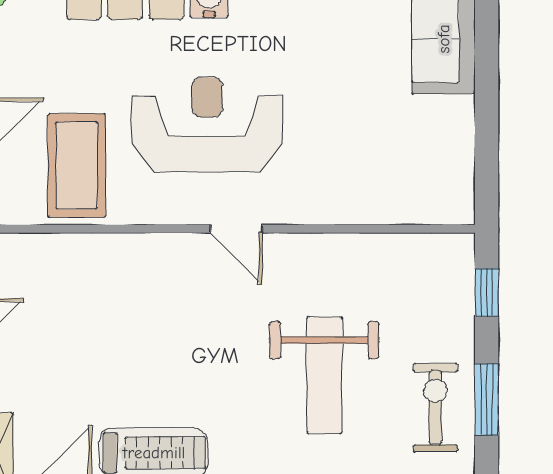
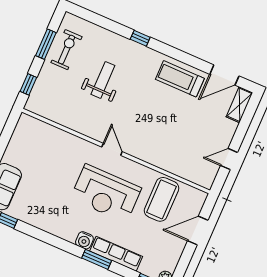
weight bench: (324, 375) -> (103, 80), width x0.73, depth x0.75
exercise bike: (435, 407) -> (66, 50), turned 180

